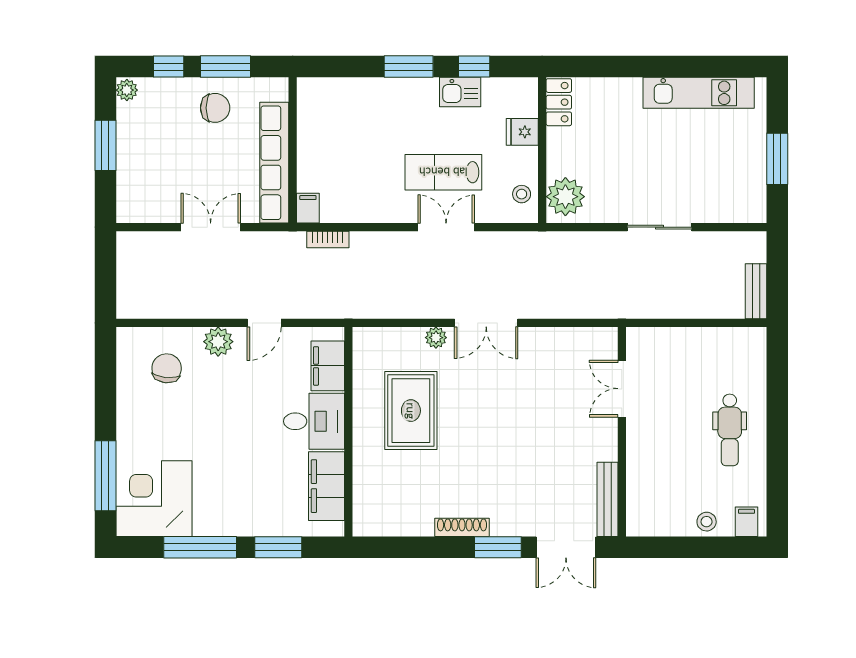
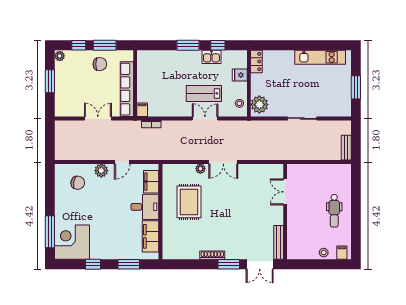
chair: (167, 368) -> (78, 183), turned 94
window: (200, 547) -> (93, 264), width x0.46

